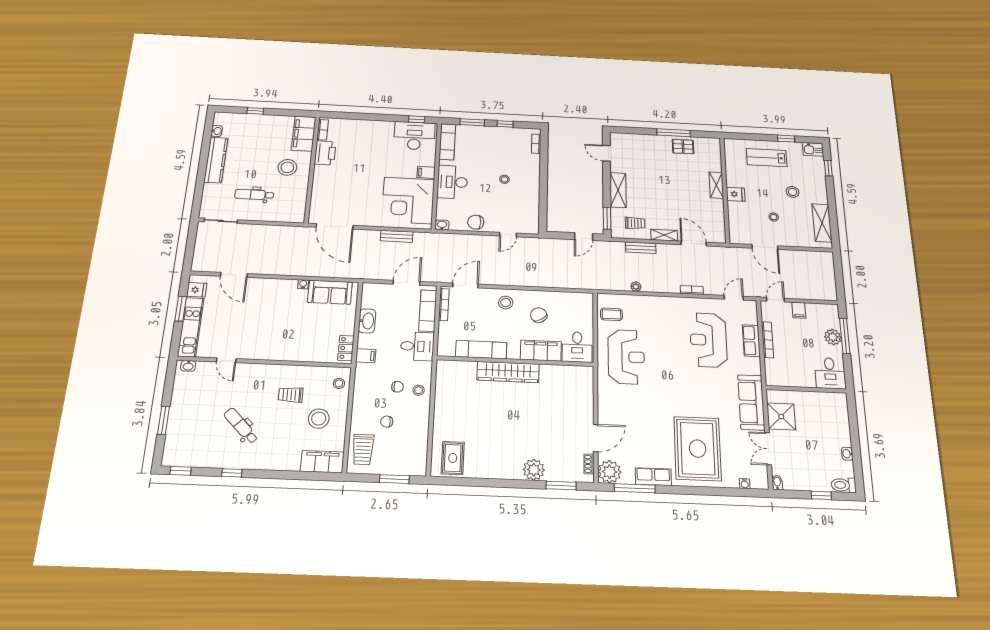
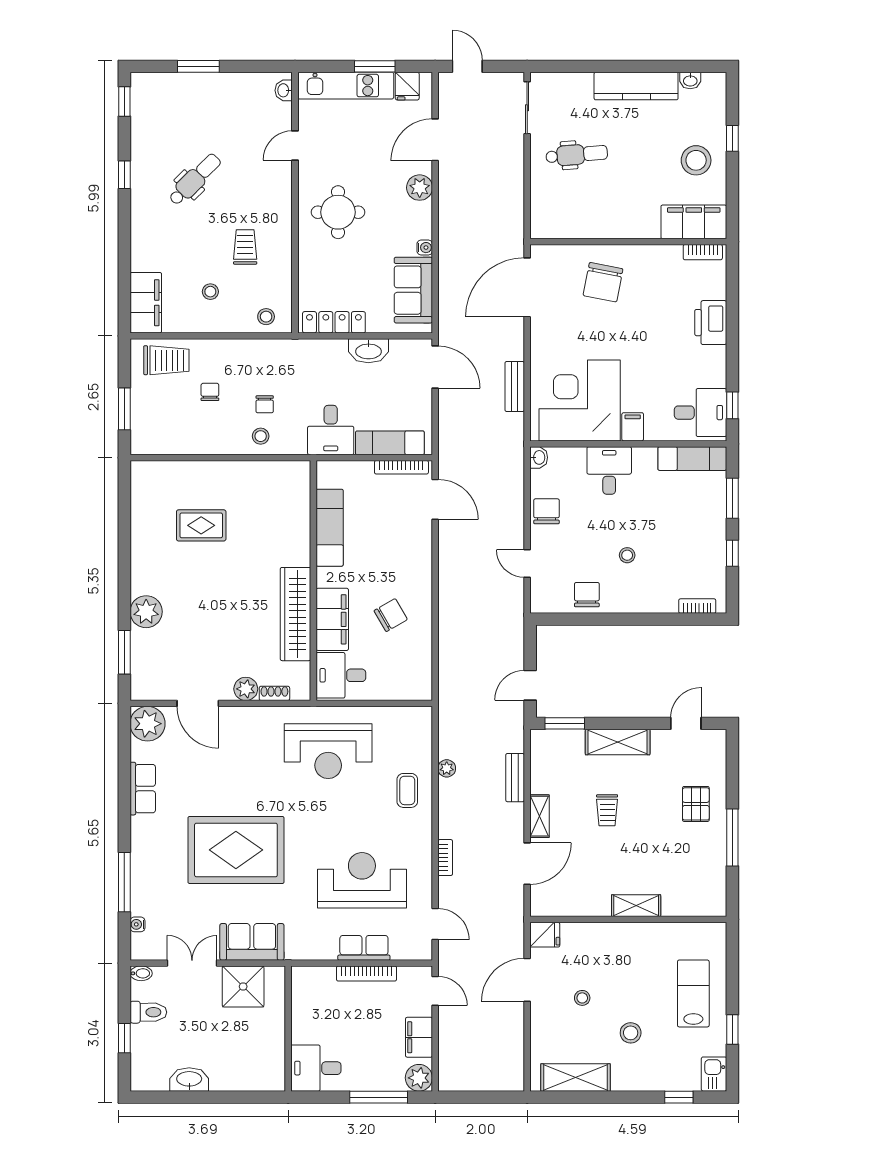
desk: (414, 136) -> (700, 413), width x0.73
pallet: (683, 147) -> (696, 804), moved
printer: (325, 153) -> (711, 323), moved, turned 90
stool: (287, 167) -> (696, 160), moved
desk: (452, 182) -> (609, 470), width x0.73
chair: (336, 184) -> (603, 282), added
fridge: (736, 194) -> (545, 935), moved, turned -90
dental chair: (254, 195) -> (577, 155), turned 85
chair: (528, 202) -> (587, 595), added
trolley: (635, 223) -> (607, 810), moved
door: (584, 237) -> (530, 685), hinge flipped
door: (189, 254) -> (467, 66), added
door: (407, 283) -> (435, 367), moved
plant: (264, 285) -> (420, 188), added
stool: (506, 302) -> (409, 563), removed
filing cabinet: (799, 310) -> (419, 1037), width x2.00
coffee table: (611, 314) -> (407, 790), moved
round table: (274, 335) -> (338, 212), added
plant: (833, 337) -> (419, 1078), moved
locker: (346, 348) -> (334, 322), width x1.53
filing cabinet: (366, 356) -> (312, 353), removed
wardrobe: (508, 372) -> (295, 614), moved
sofa: (751, 402) -> (252, 942), width x0.73
plant: (586, 407) -> (246, 689), added
stool: (319, 419) -> (210, 292), width x0.53, depth x0.53
trolley: (363, 449) -> (166, 360), turned 180
rug: (698, 449) -> (236, 850), moved
washbasin: (847, 454) -> (189, 1080), width x1.91, depth x1.45
rug: (453, 458) -> (201, 525), moved
shoe rack: (589, 464) -> (274, 693), moved
toilet: (844, 485) -> (148, 1012), moved, turned 90
window: (635, 488) -> (124, 882), moved

